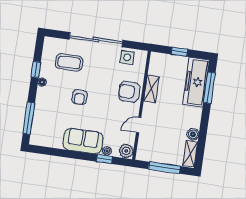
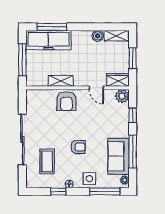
window: (179, 52) -> (22, 60), width x2.17
side table: (127, 57) -> (89, 179), moved
sofa: (83, 141) -> (119, 156), moved
wardrobe: (144, 149) -> (118, 80), added
plant: (107, 151) -> (125, 180), moved
window: (66, 154) -> (133, 152), added
window: (164, 168) -> (133, 58), width x0.69

